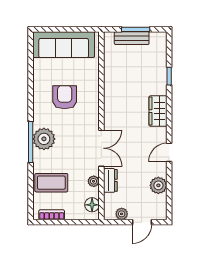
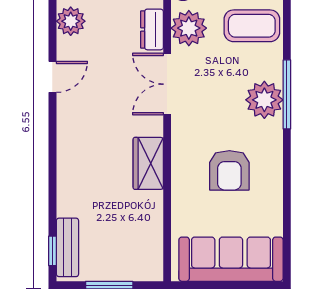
bench: (132, 38) -> (67, 247), moved, turned 90
window: (169, 76) -> (52, 251), moved
wardrobe: (158, 111) -> (148, 163), moved, turned 180
plant: (94, 181) -> (189, 28), width x1.88, depth x1.88

